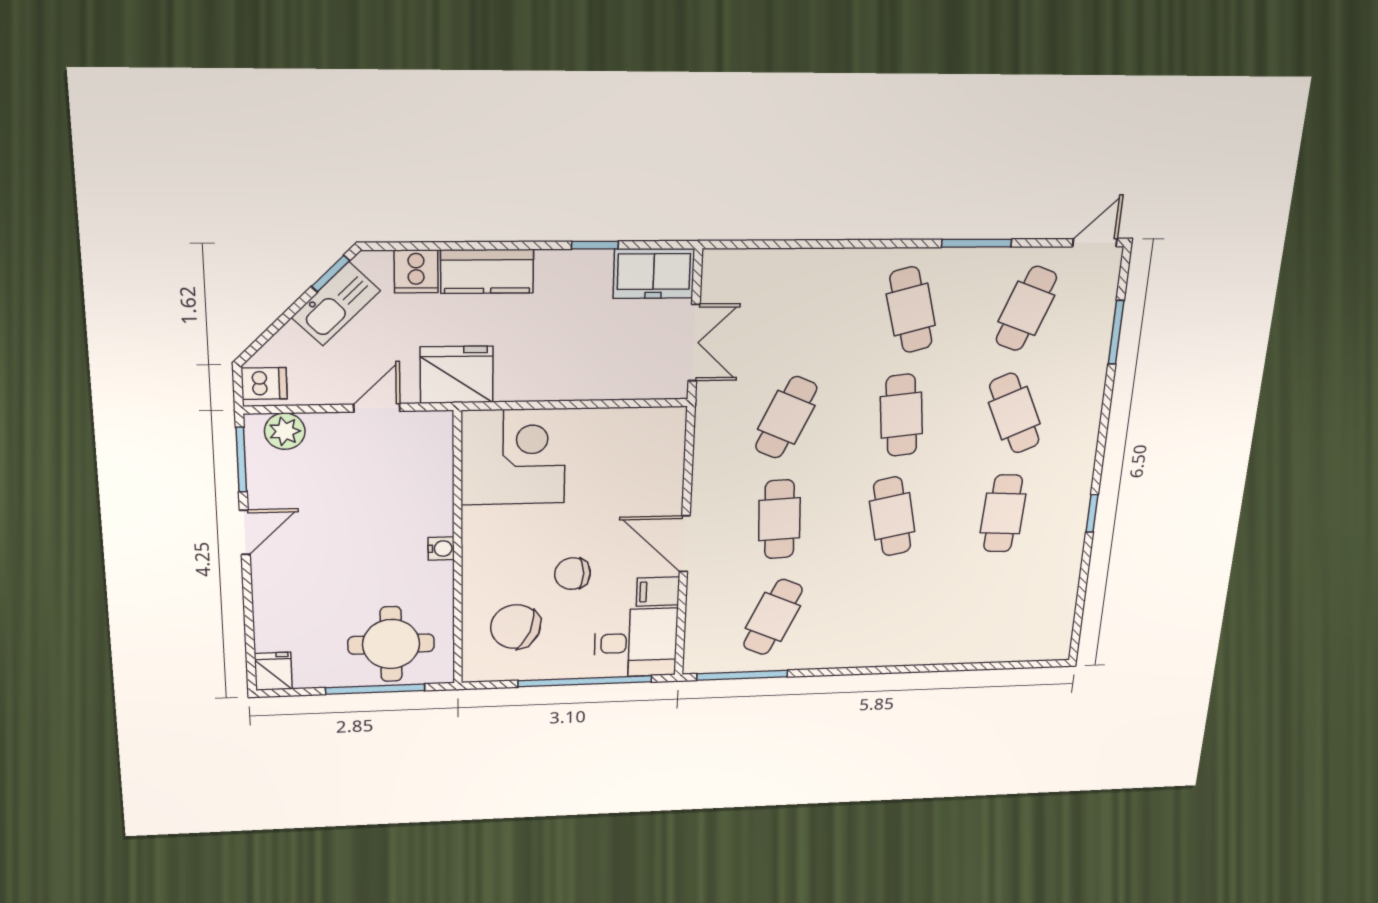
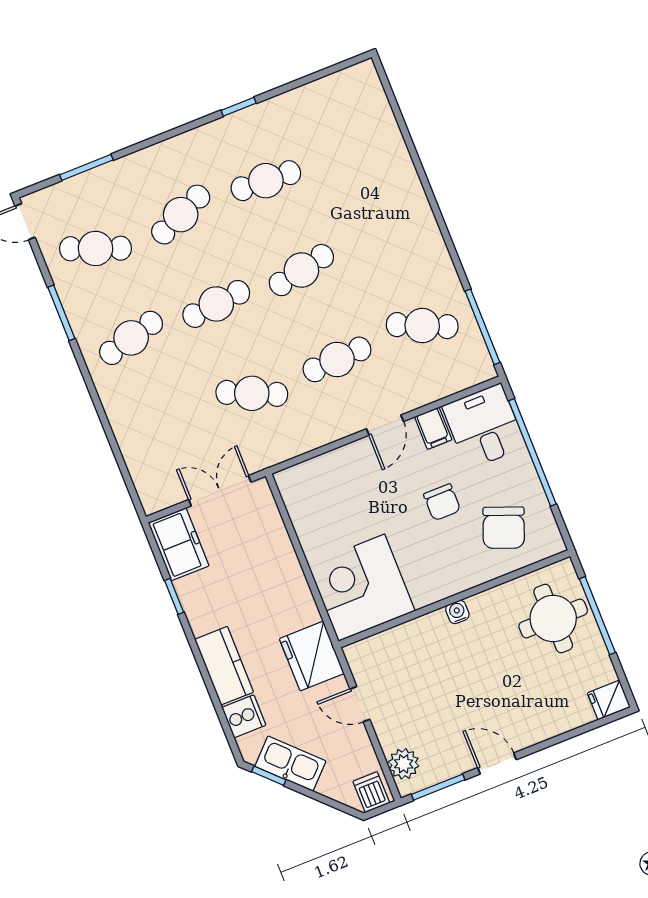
door: (685, 544) -> (385, 425), width x0.73

